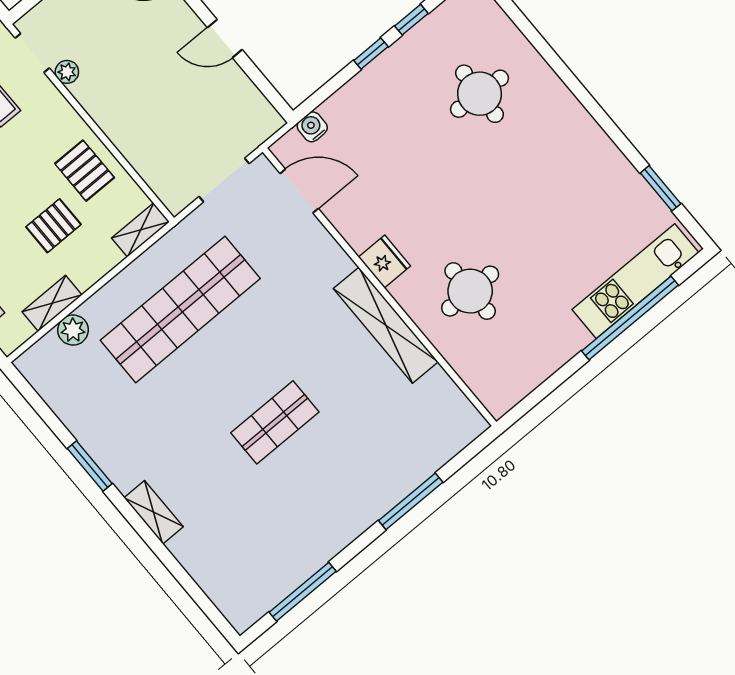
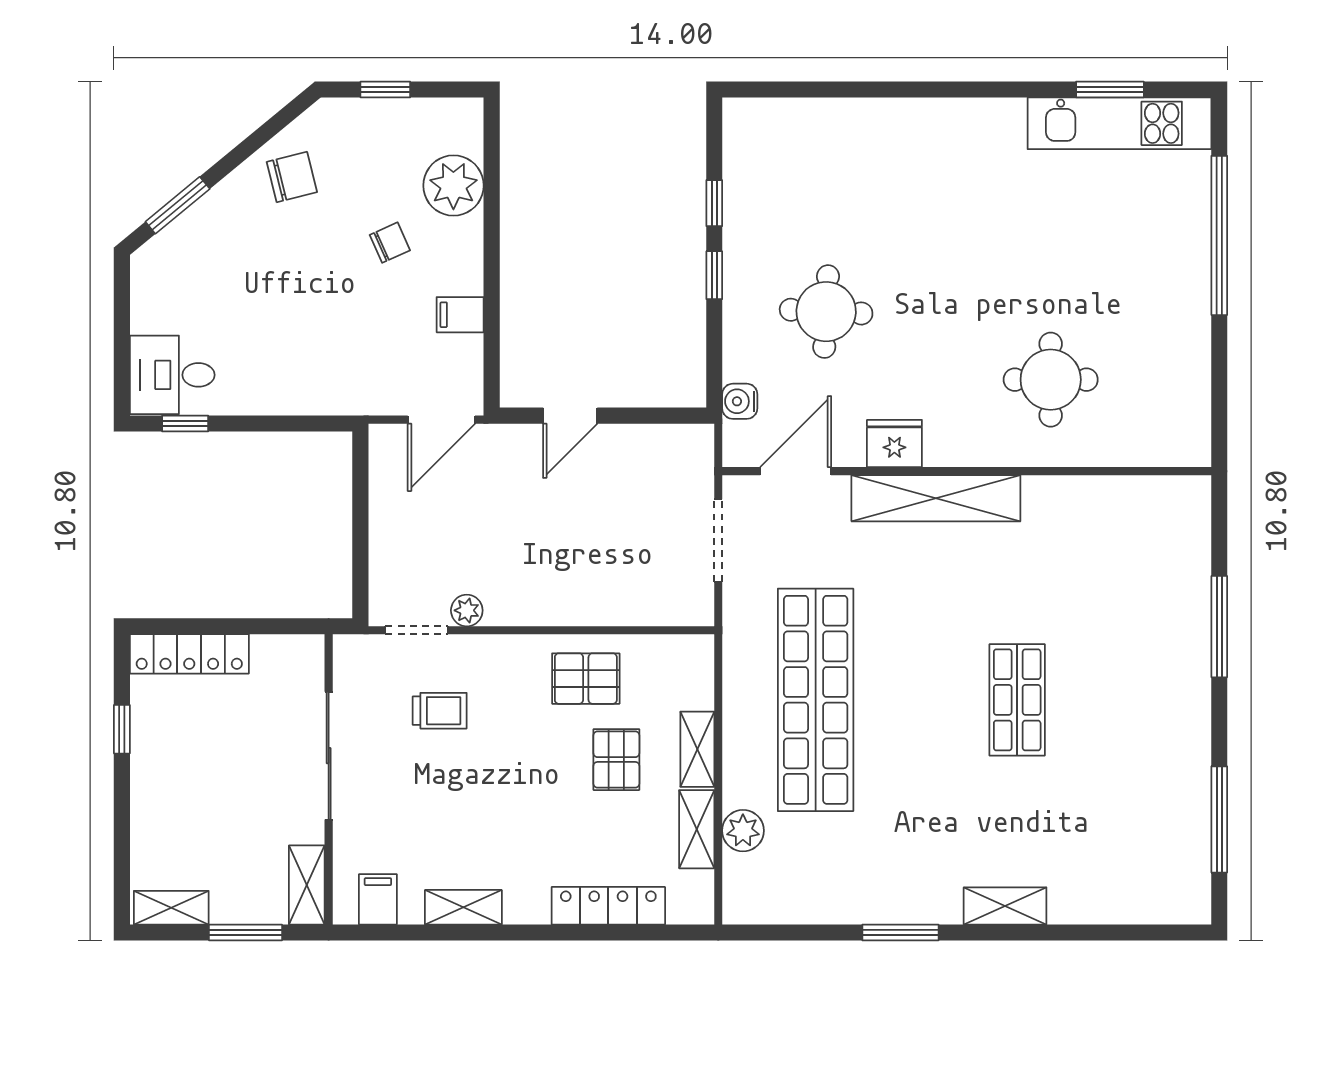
round table: (479, 94) -> (826, 312), moved
shelving: (141, 230) -> (697, 749), moved
fridge: (385, 261) -> (894, 444), moved
kitchen unit: (636, 281) -> (1119, 123), moved, turned -90
shelving: (386, 325) -> (936, 498), moved

